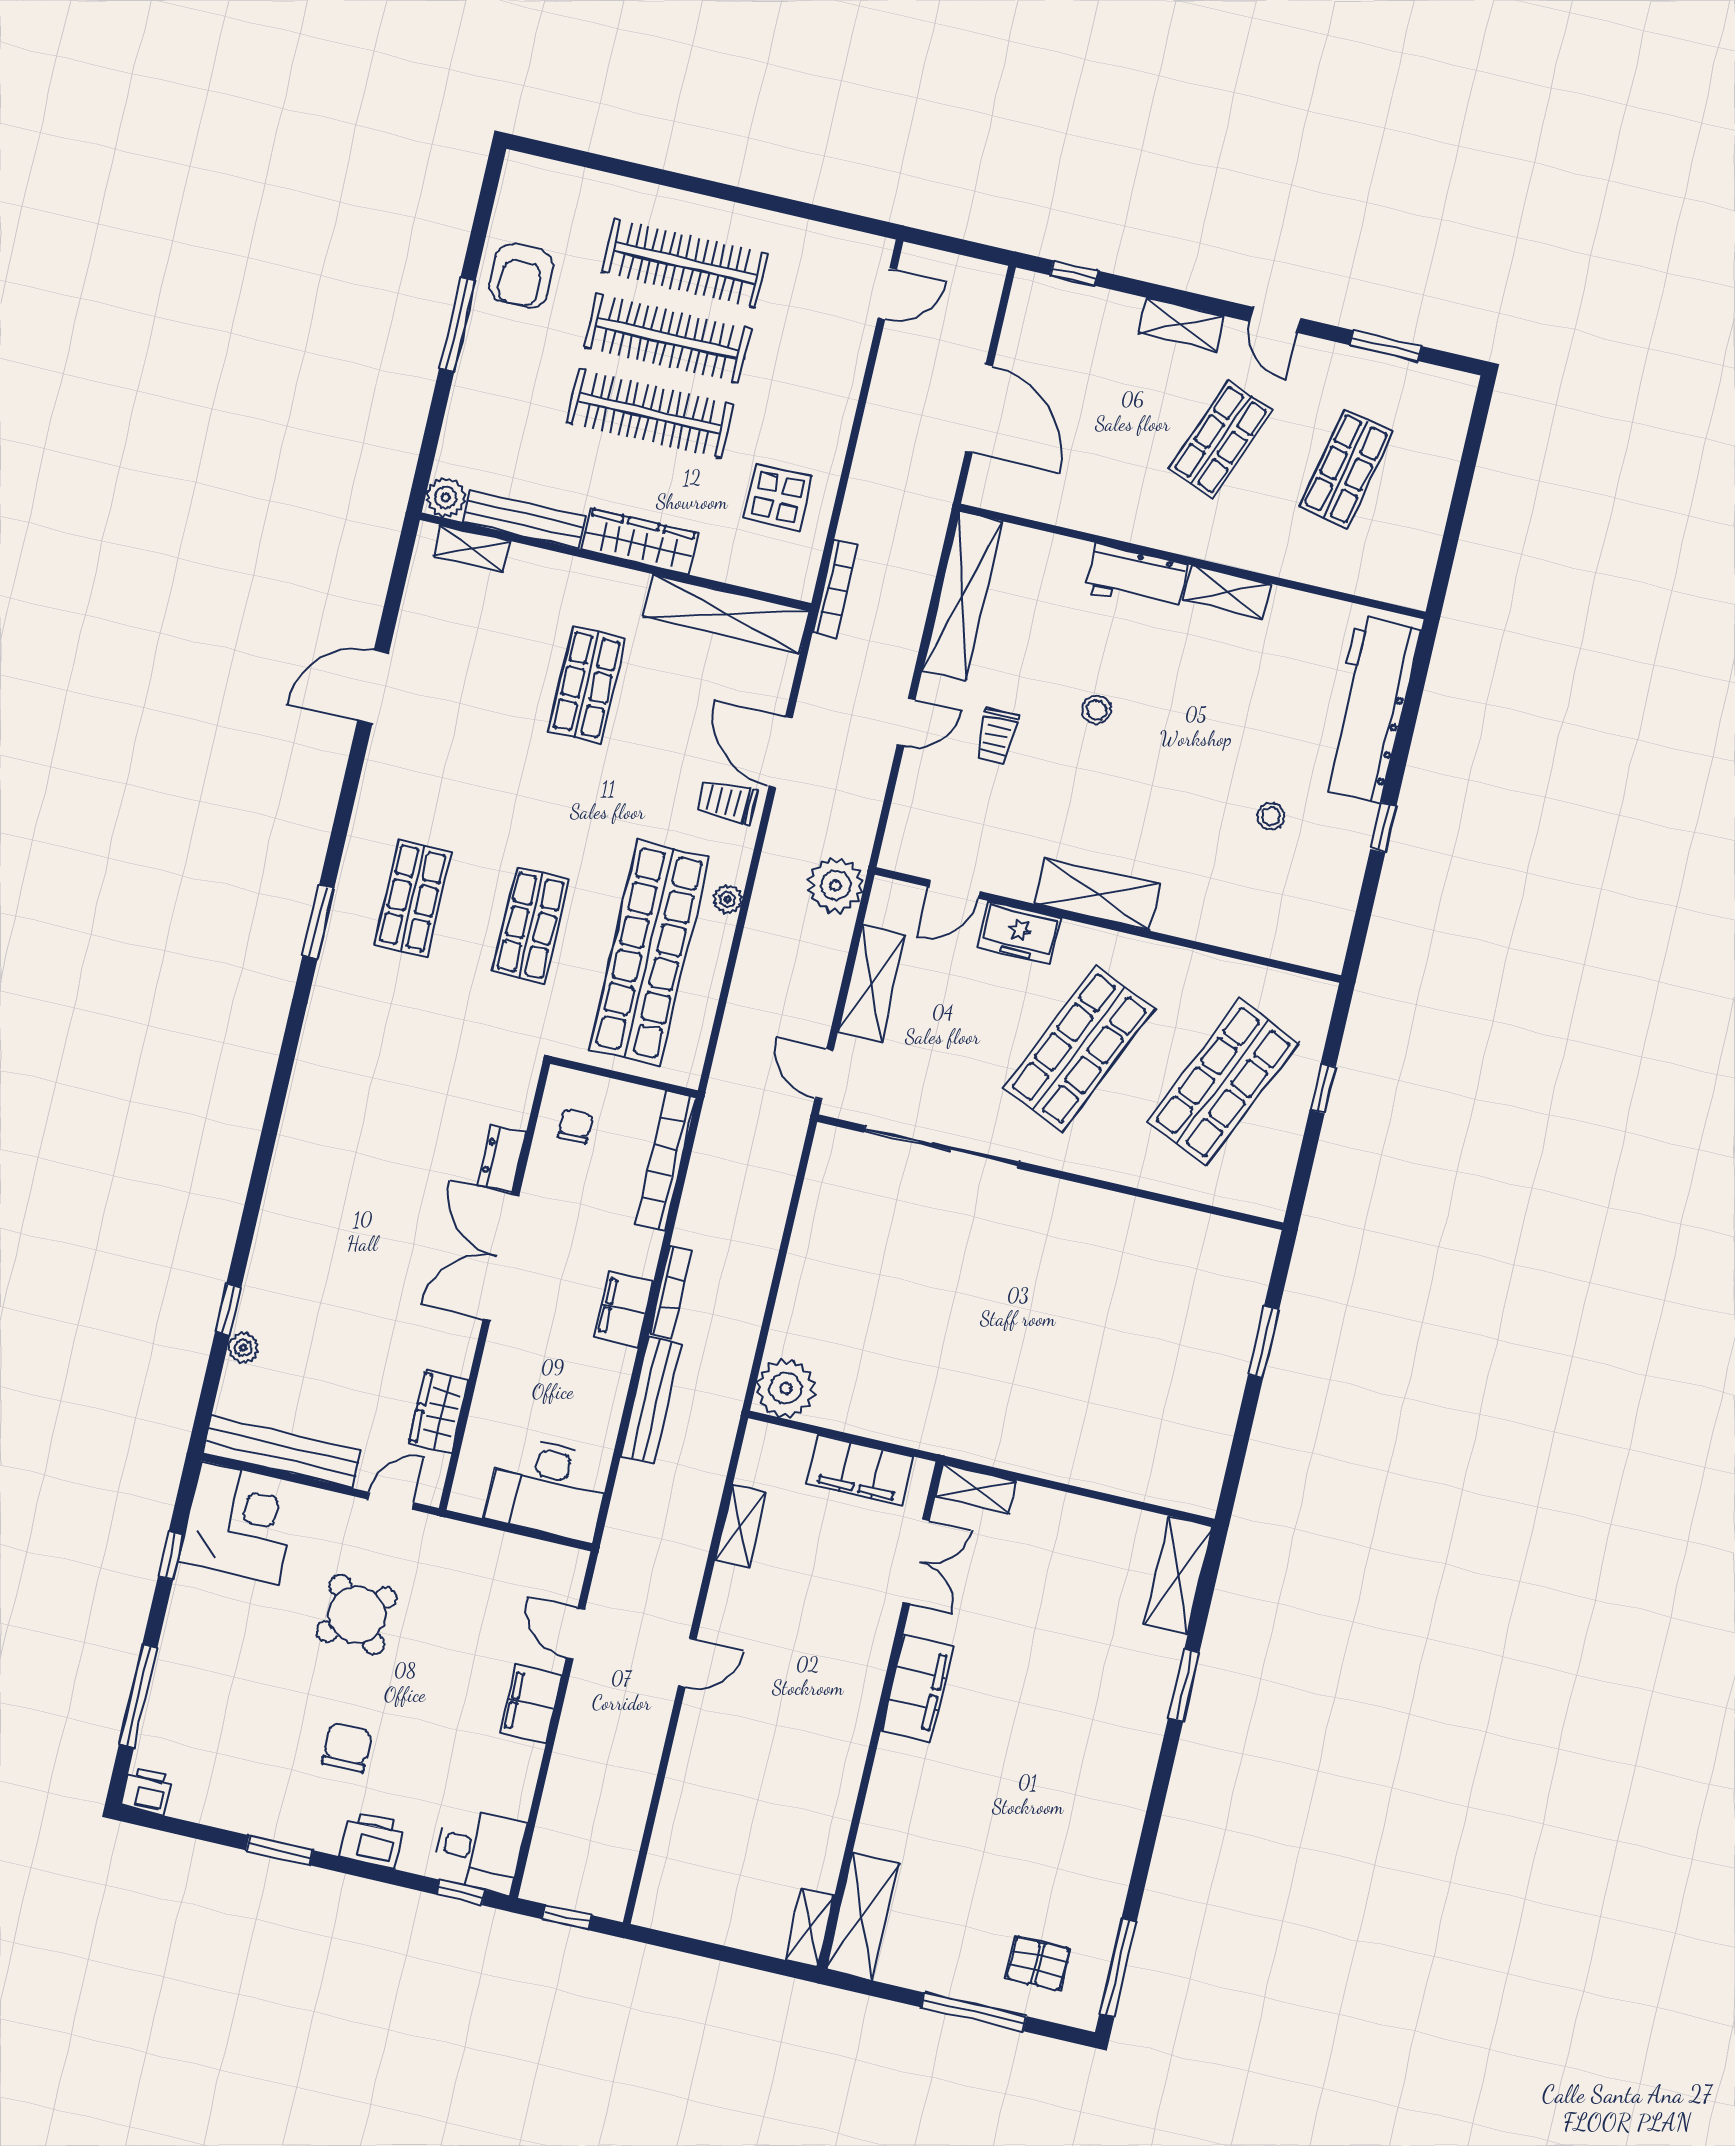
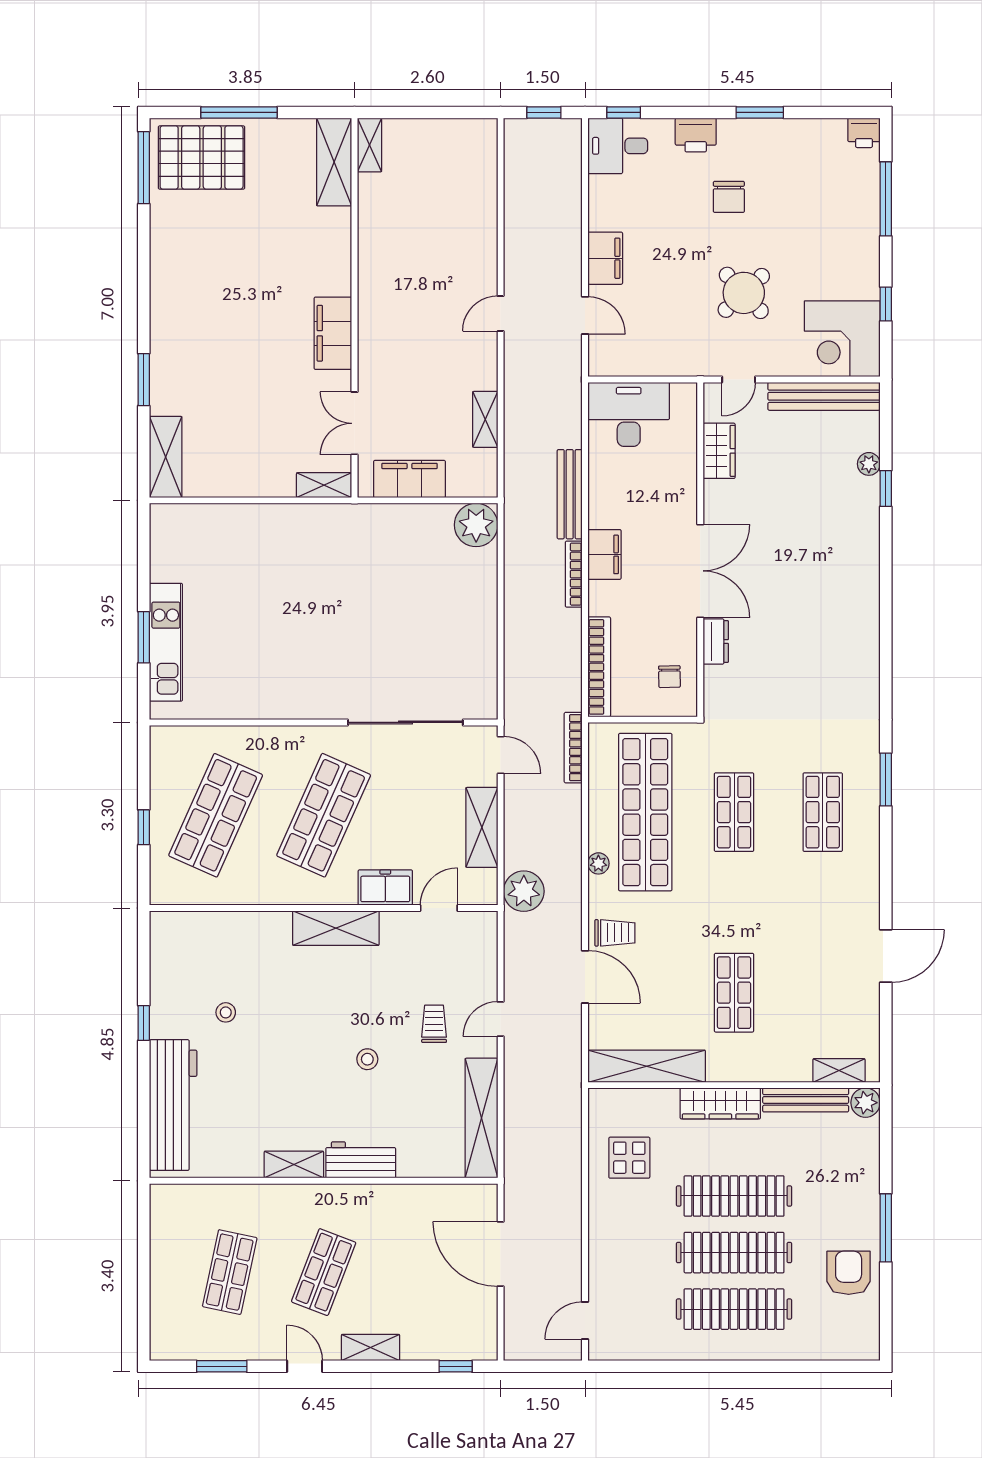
bookcase: (835, 589) -> (573, 748), moved
kitchen unit: (1236, 1328) -> (166, 642), added
pallet: (1038, 1963) -> (202, 157), width x2.05, depth x2.00

